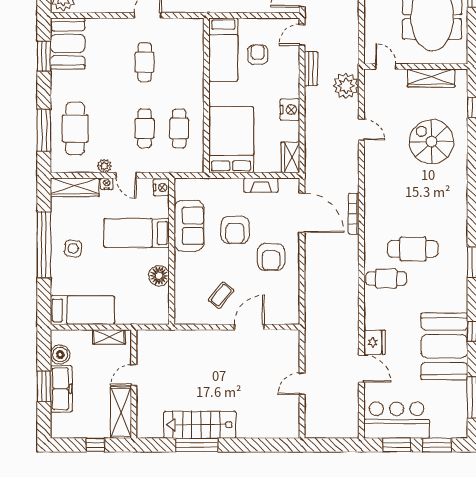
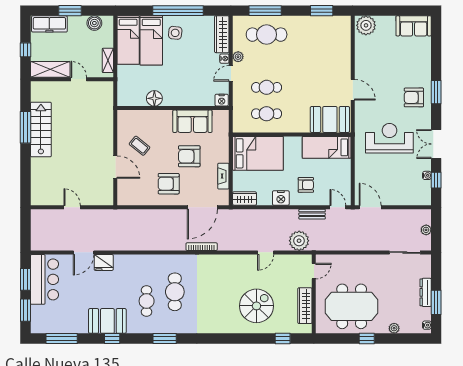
booth: (68, 43) -> (330, 119), moved
armchair: (258, 55) -> (306, 185), moved
cafe table: (145, 62) -> (317, 87), removed
bed: (137, 233) -> (151, 40), moved, turned 180
cafe table: (386, 278) -> (147, 301), moved
booth: (444, 346) -> (107, 321), width x0.73, depth x0.70
freezer: (61, 389) -> (49, 24), moved

